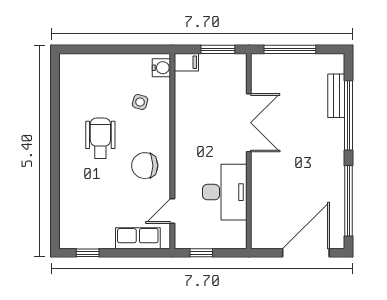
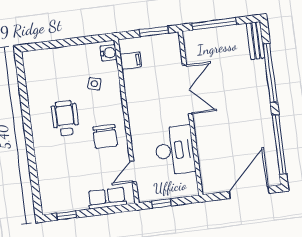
filing cabinet: (186, 62) -> (131, 61), moved
bench: (336, 96) -> (256, 41), moved
chair: (145, 166) -> (105, 136), turned -90

